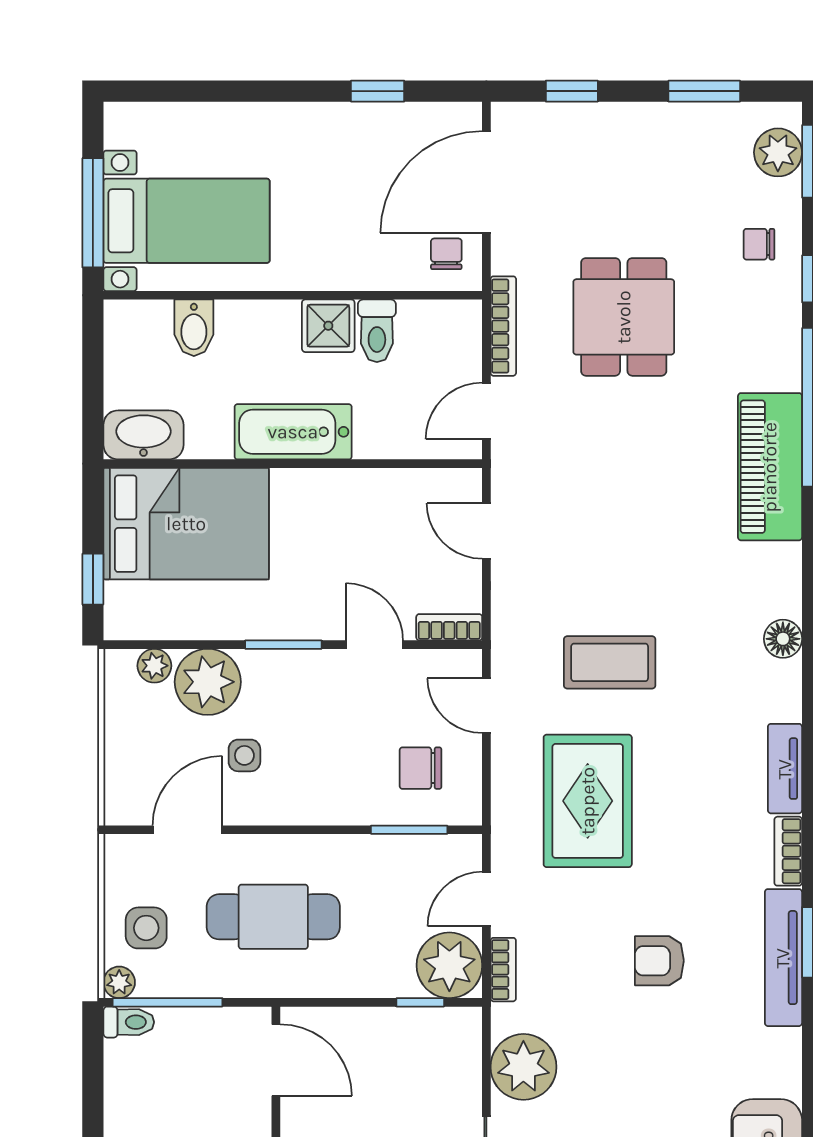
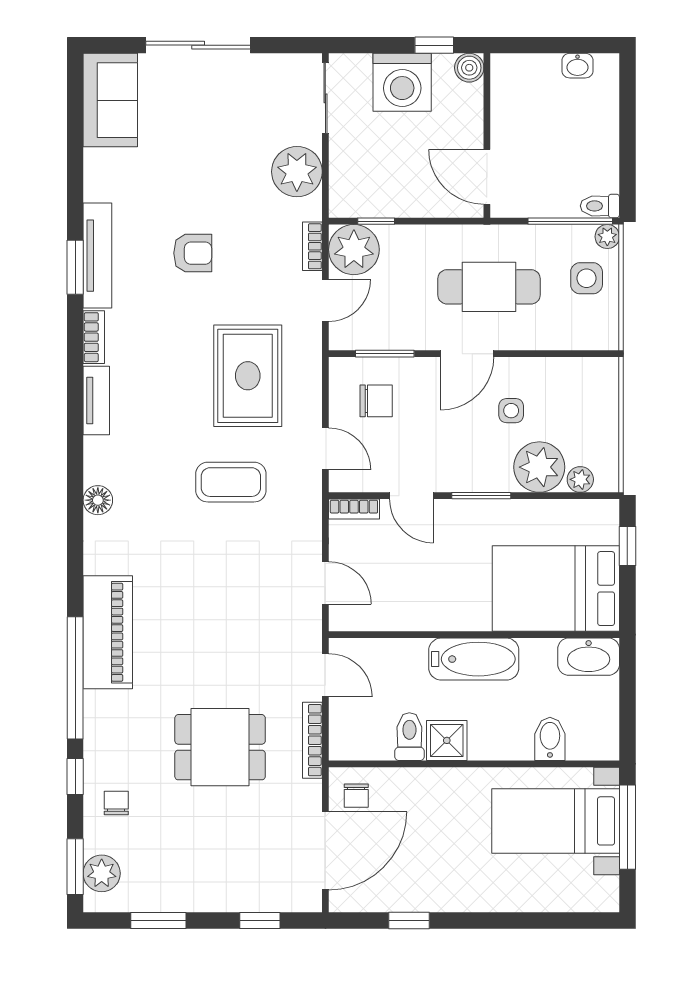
chair: (759, 244) -> (116, 803), turned -90
dining table: (624, 317) -> (220, 747), turned 90
door: (486, 411) -> (325, 675), hinge flipped
door: (187, 830) -> (467, 354), moved

